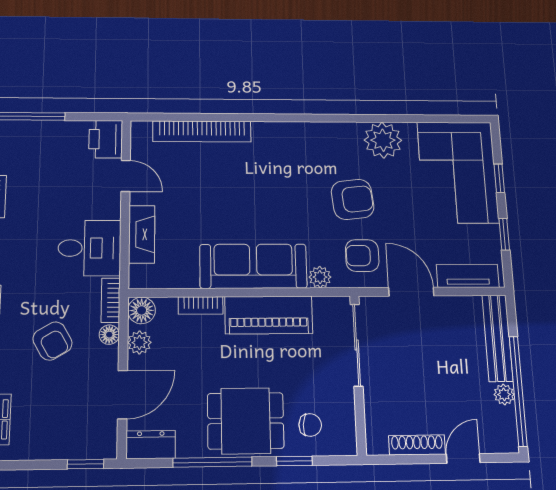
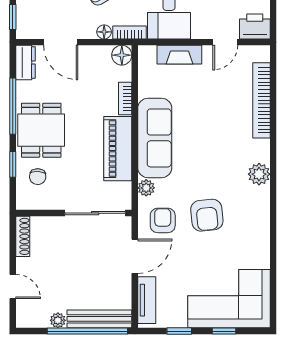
plant: (383, 140) -> (259, 174), moved, width x0.73, depth x0.73
plant: (139, 343) -> (98, 54), removed
window: (518, 391) -> (87, 331), moved
shoe rack: (417, 445) -> (23, 236), moved

